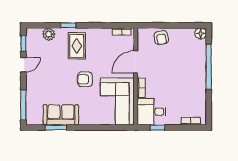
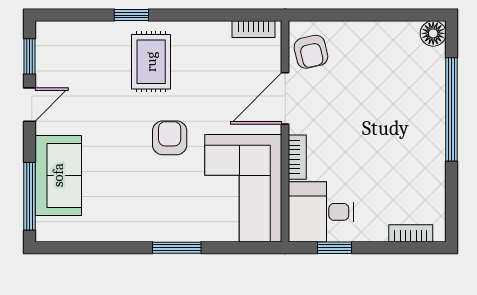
plant: (49, 34) -> (87, 35), removed
armchair: (161, 38) -> (311, 52), moved
armchair: (85, 79) -> (170, 138), turned 90
sofa: (61, 115) -> (58, 175), moved, turned 90
window: (56, 128) -> (177, 248), moved

